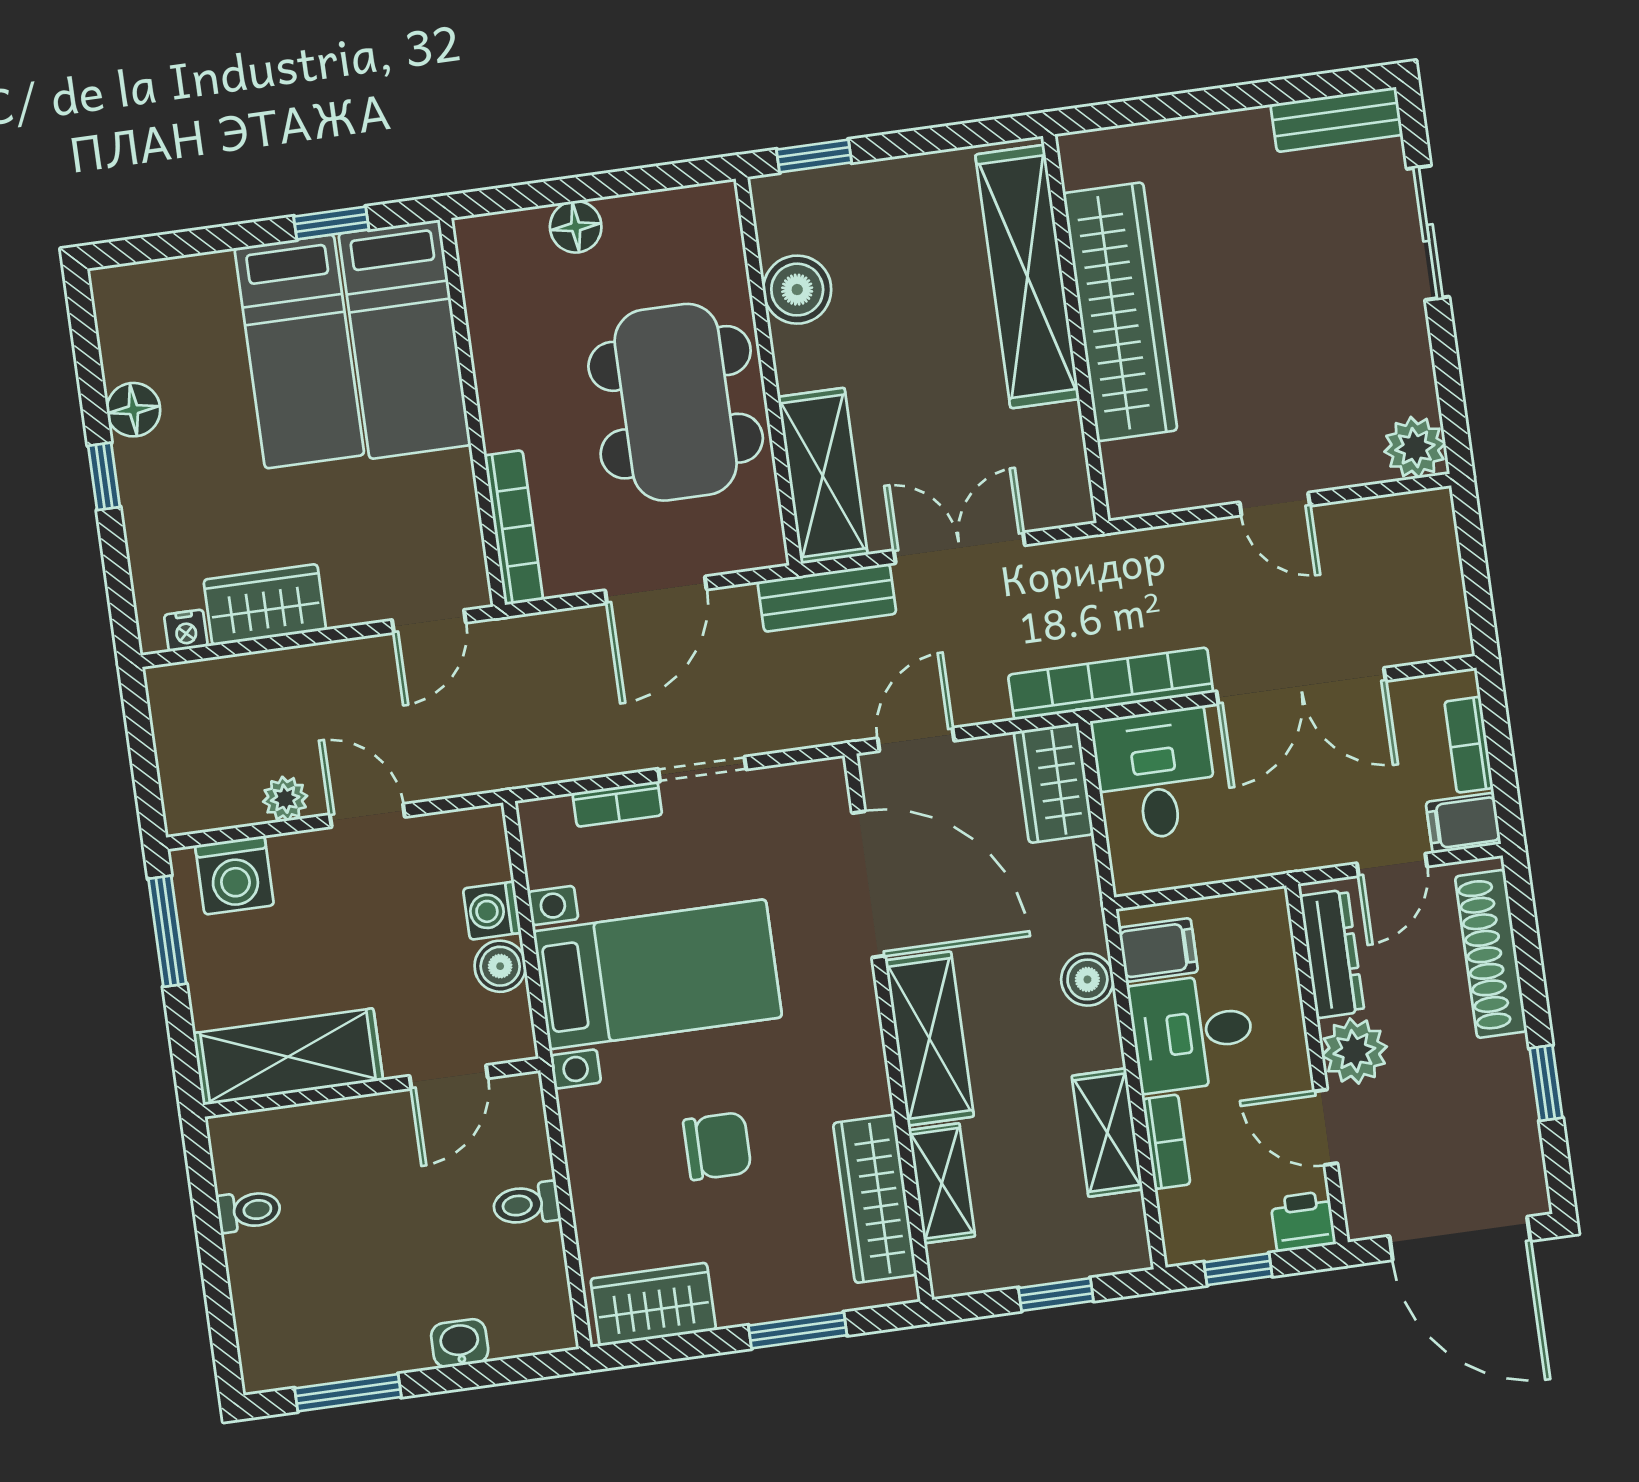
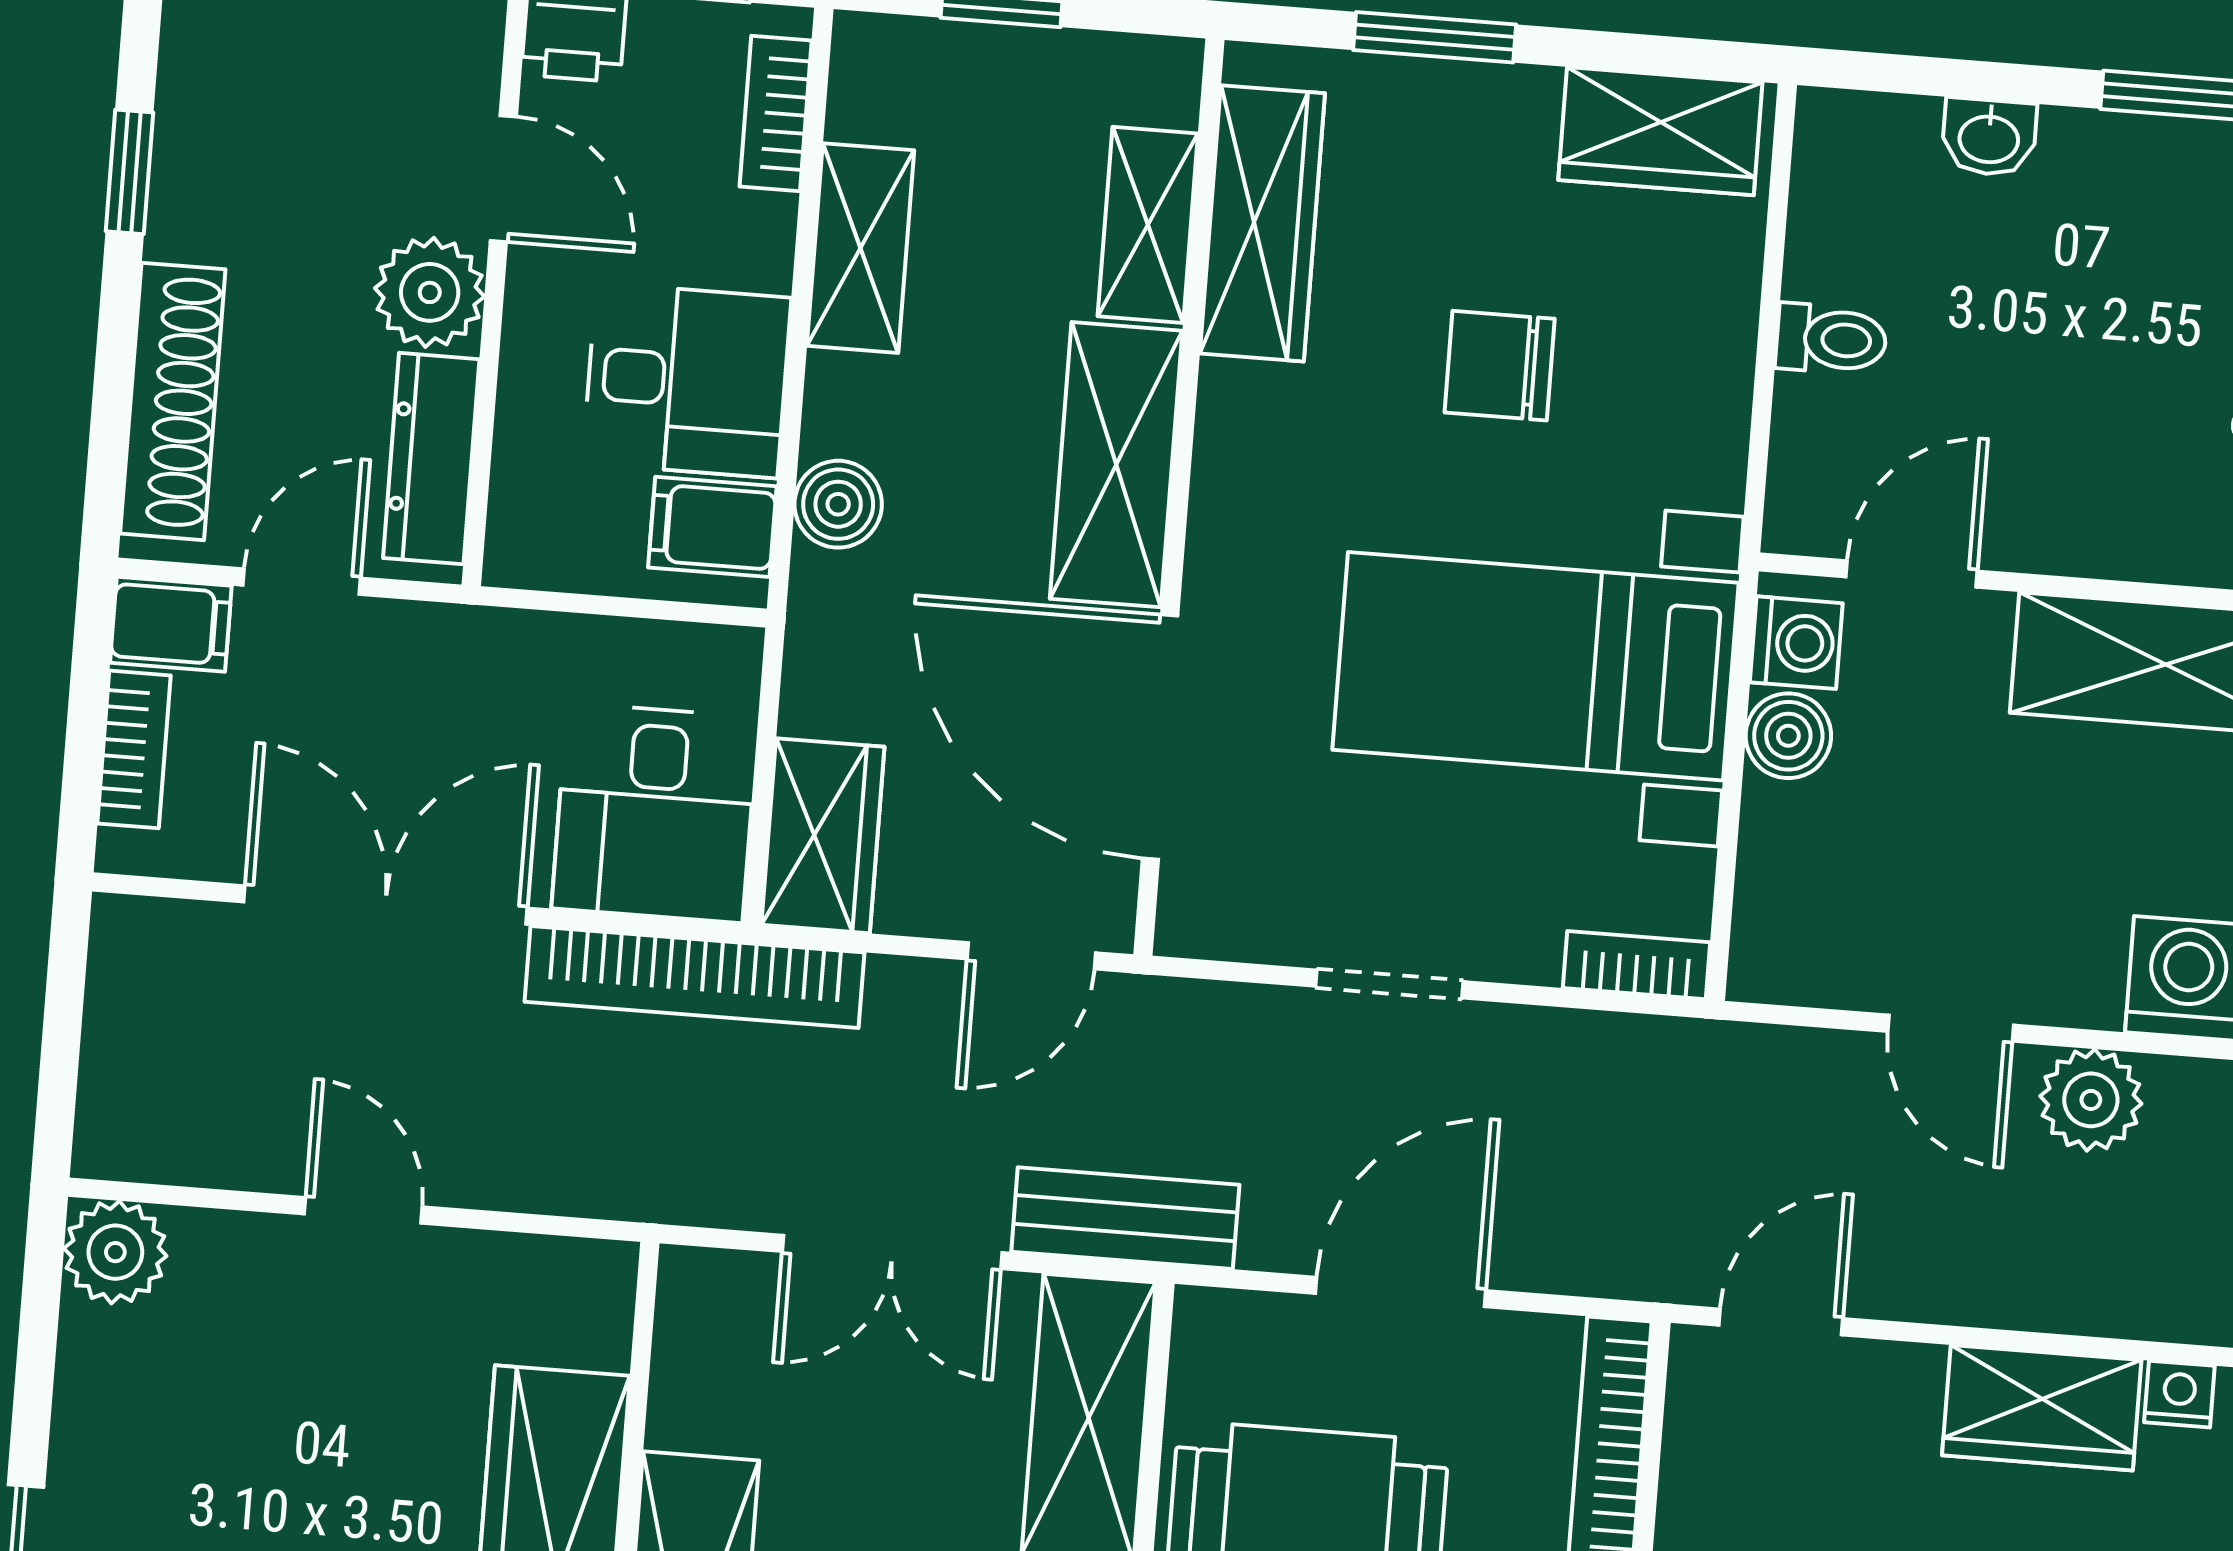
plant: (285, 799) -> (2091, 1100), width x1.38, depth x1.38
bookcase: (617, 804) -> (1637, 965), moved
washing machine: (492, 911) -> (1796, 643), moved
bookcase: (1166, 1142) -> (776, 114), moved

